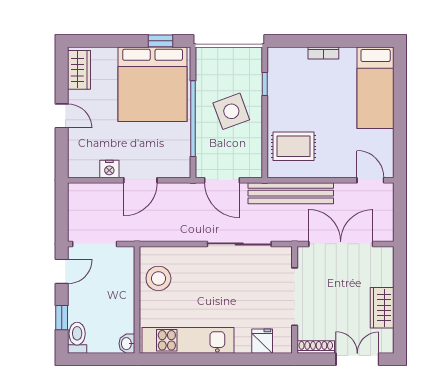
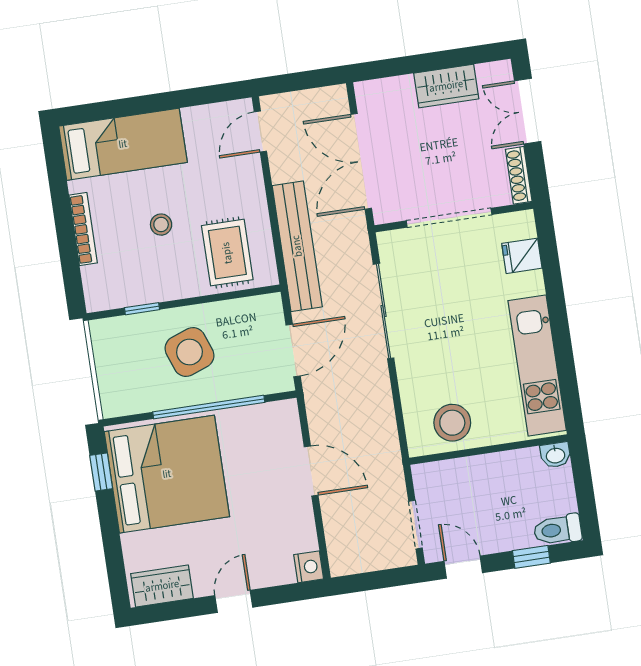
bookcase: (323, 53) -> (83, 229), width x1.56
stool: (319, 105) -> (161, 225), added
nightstand: (109, 169) -> (309, 567), moved
doorway: (95, 244) -> (415, 525), width x0.73

